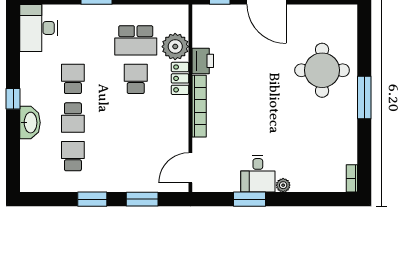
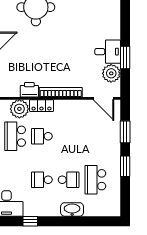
school desk: (136, 40) -> (15, 136), turned 180
window: (13, 99) -> (30, 221), moved
school desk: (73, 156) -> (95, 180), width x1.85
plant: (283, 185) -> (111, 73), moved, width x1.88, depth x1.88

